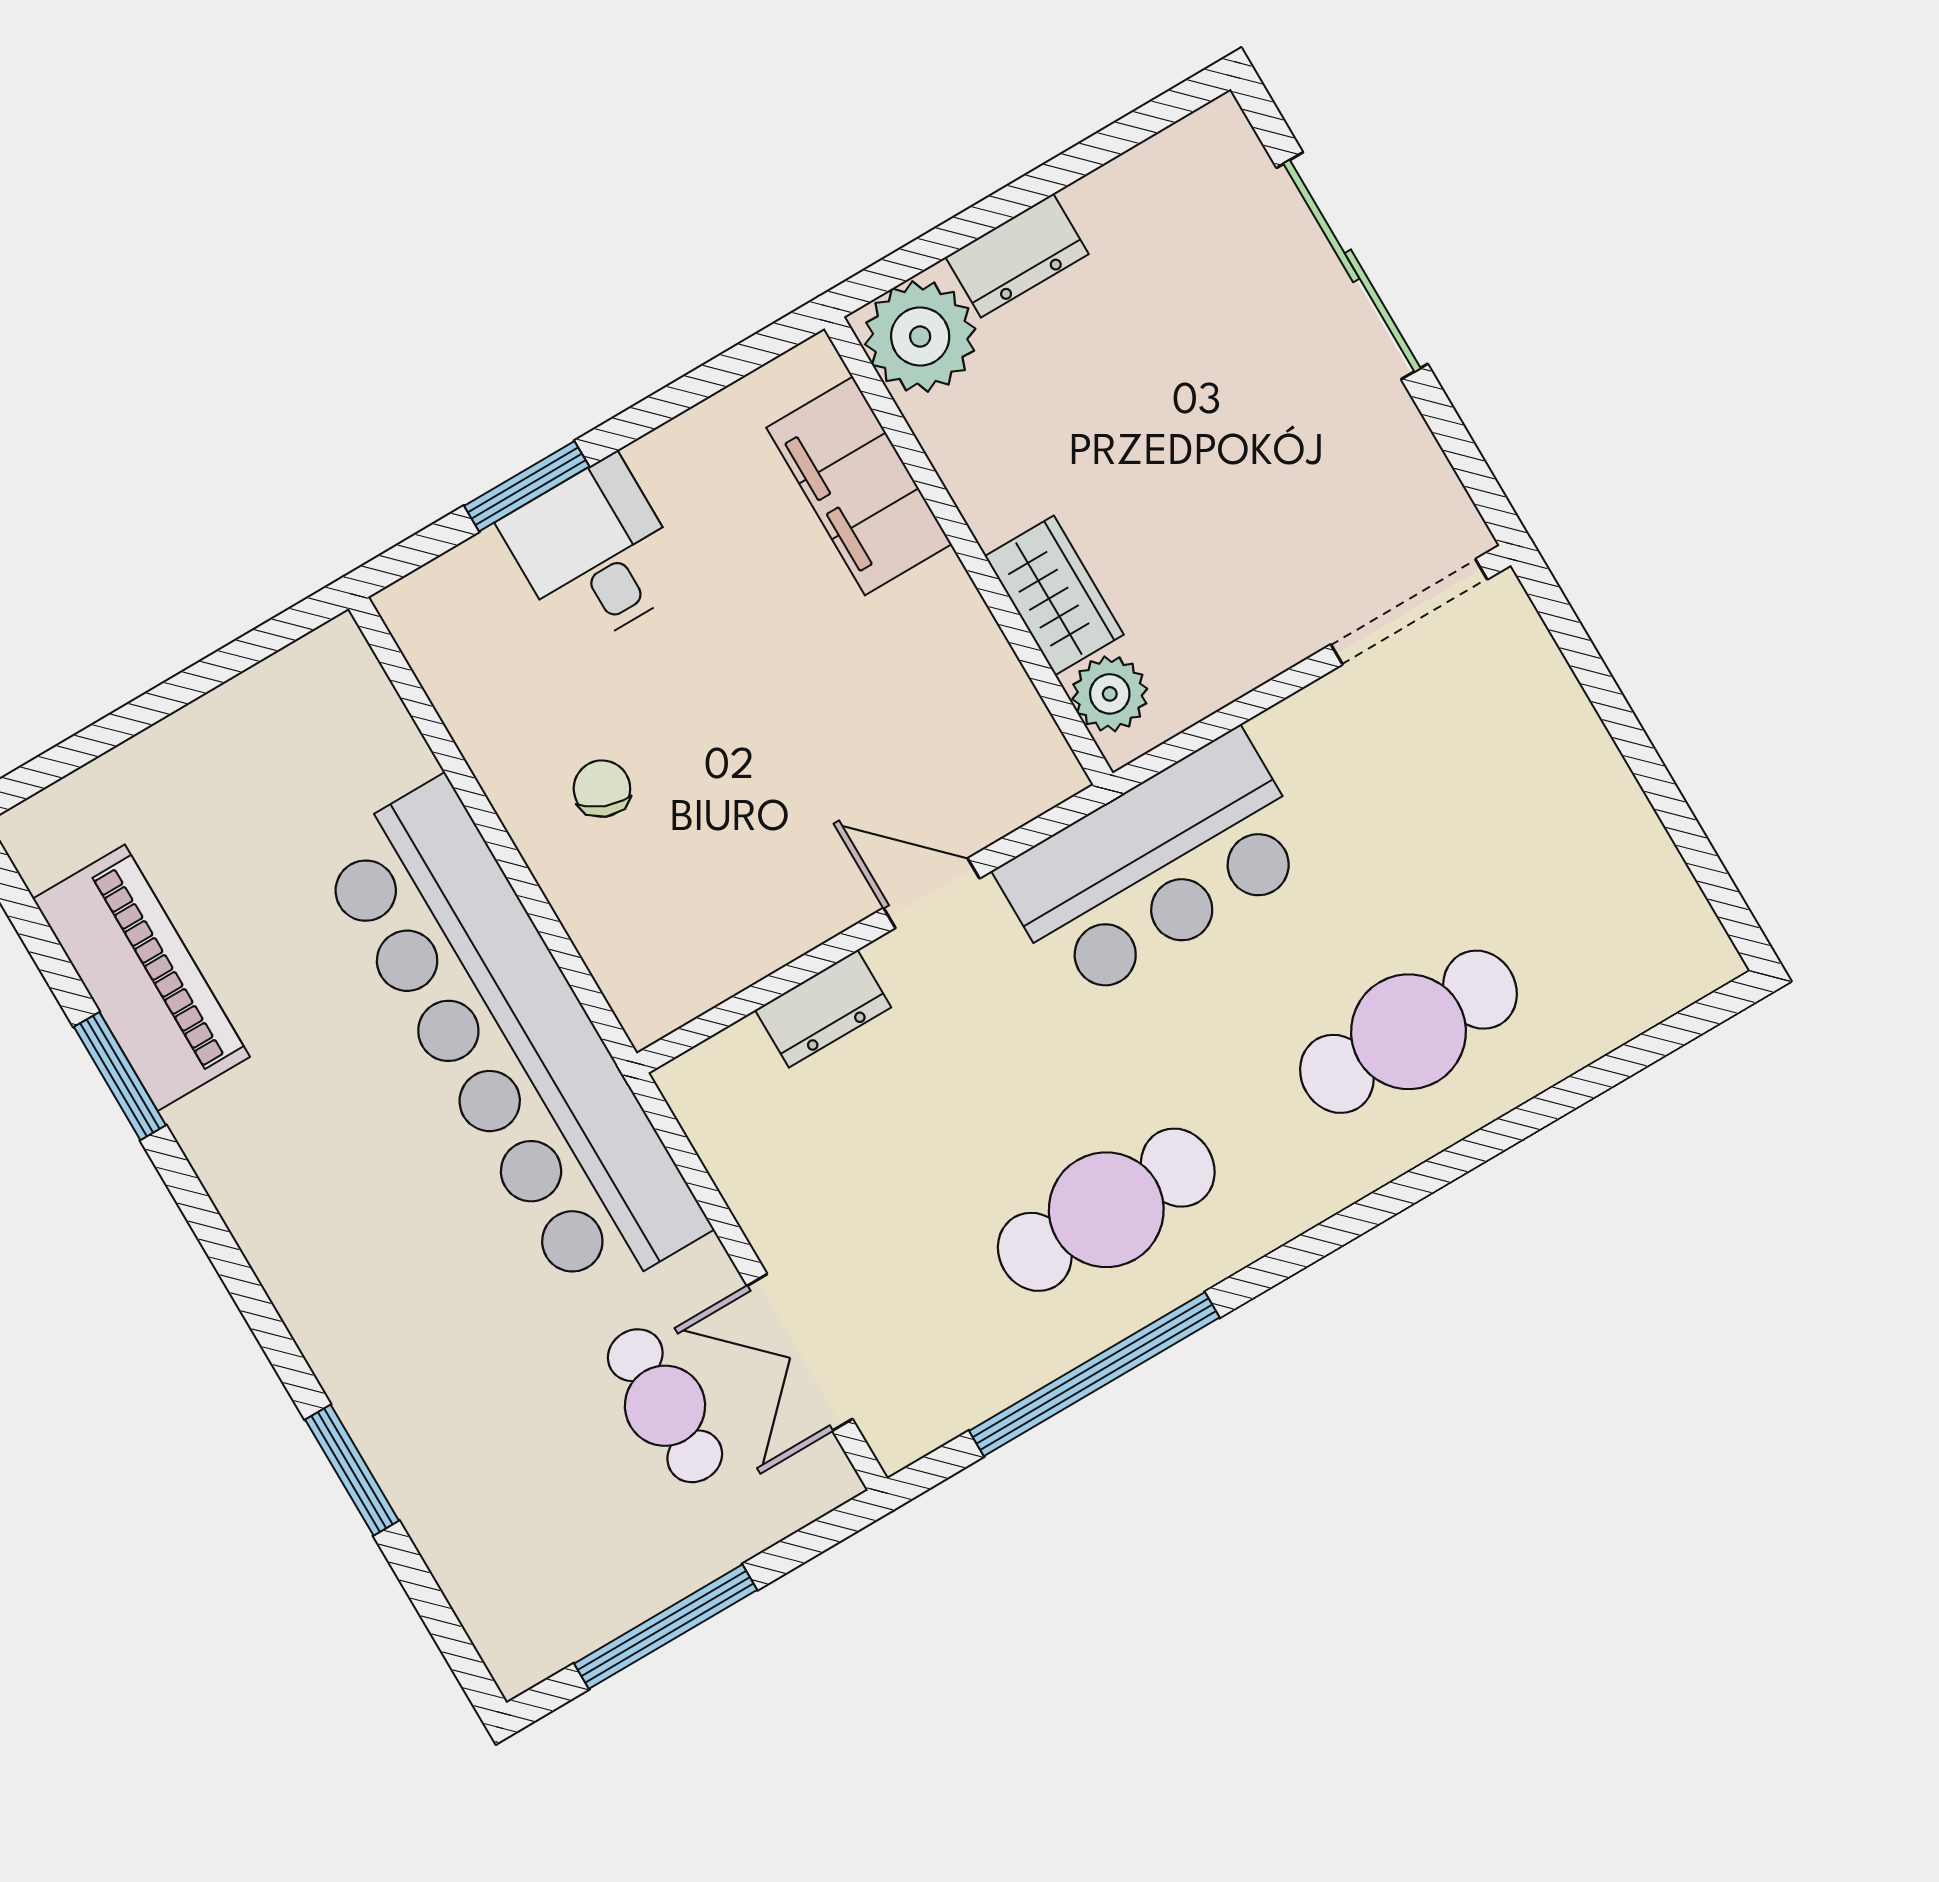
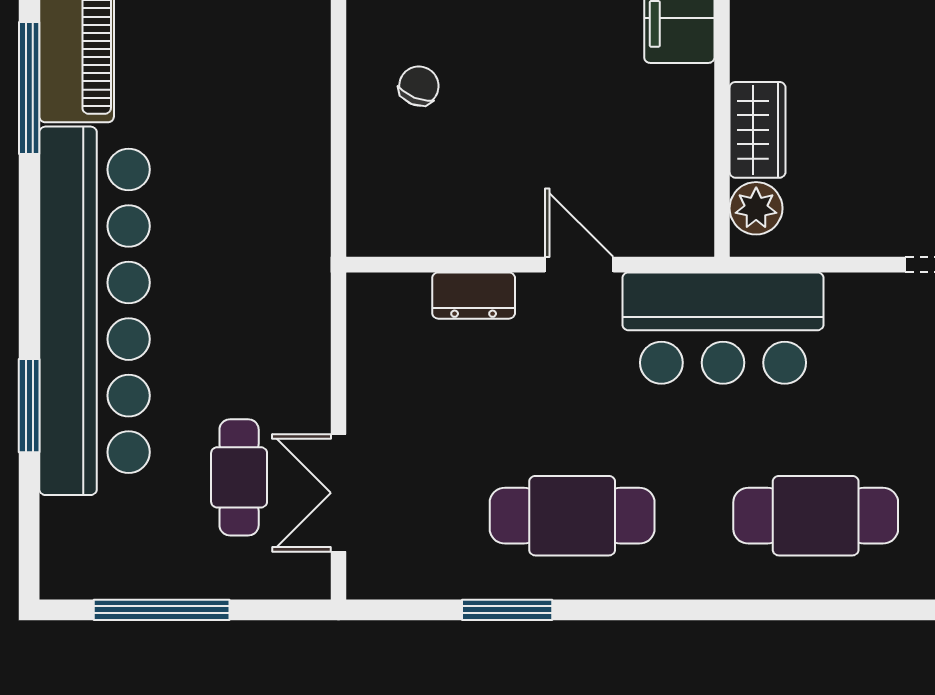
bar counter: (511, 1041) -> (94, 311), moved, turned 180
window: (120, 1076) -> (29, 88), width x1.44
window: (1094, 1374) -> (507, 610), width x0.47

